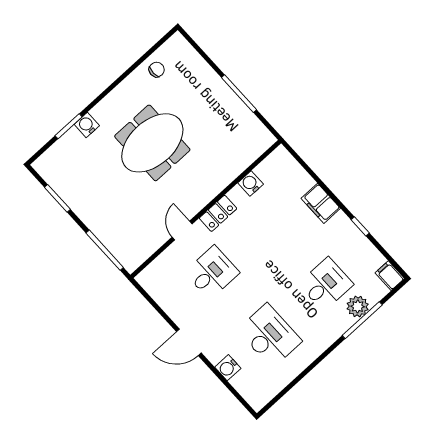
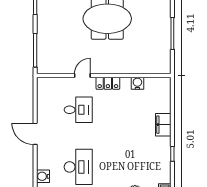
desk: (326, 284) -> (129, 167), removed
water cooler: (228, 368) -> (43, 176), moved

